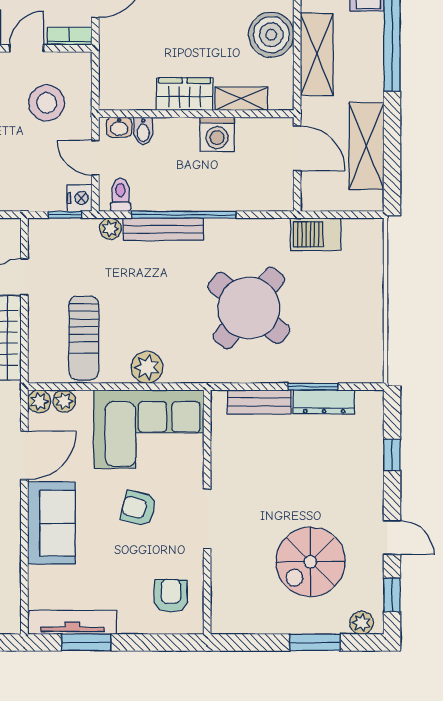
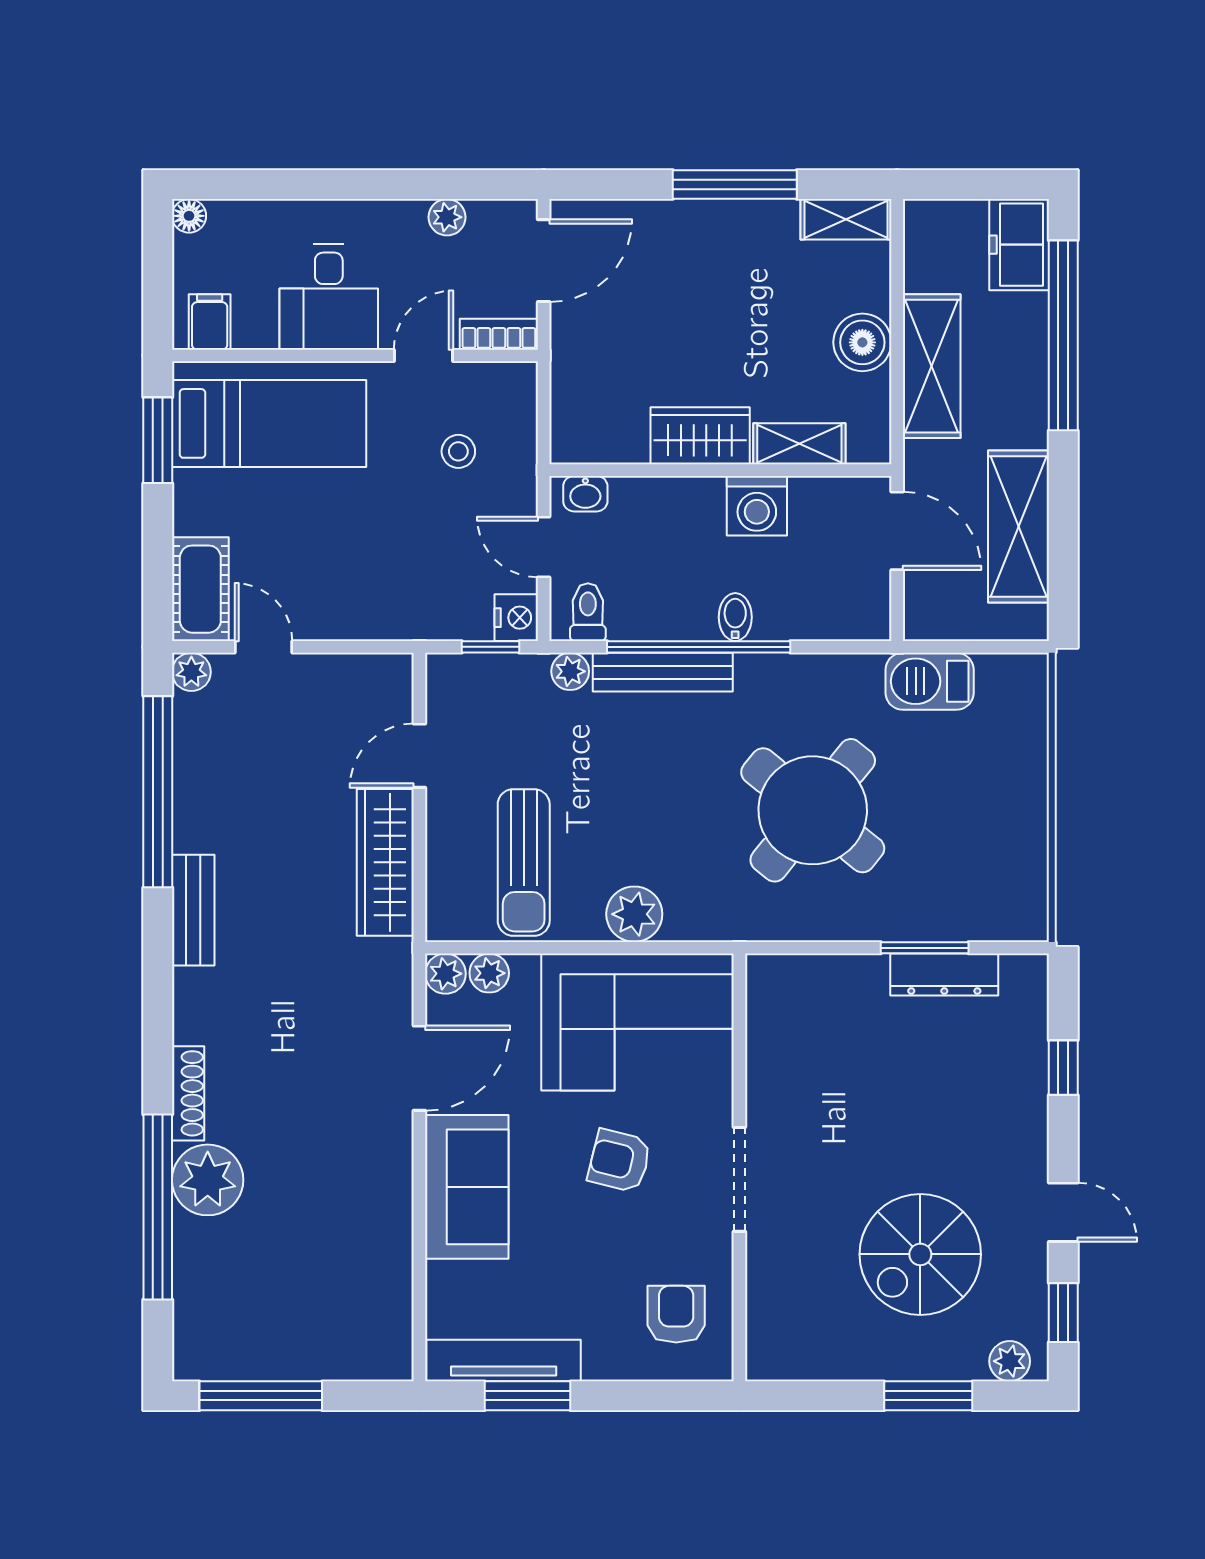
boiler: (271, 35) -> (862, 342), width x0.73, depth x0.73
stool: (47, 103) -> (458, 451), width x0.53, depth x0.53
bidet: (143, 131) -> (735, 617), moved, turned 180
bench: (259, 402) -> (831, 975), removed

